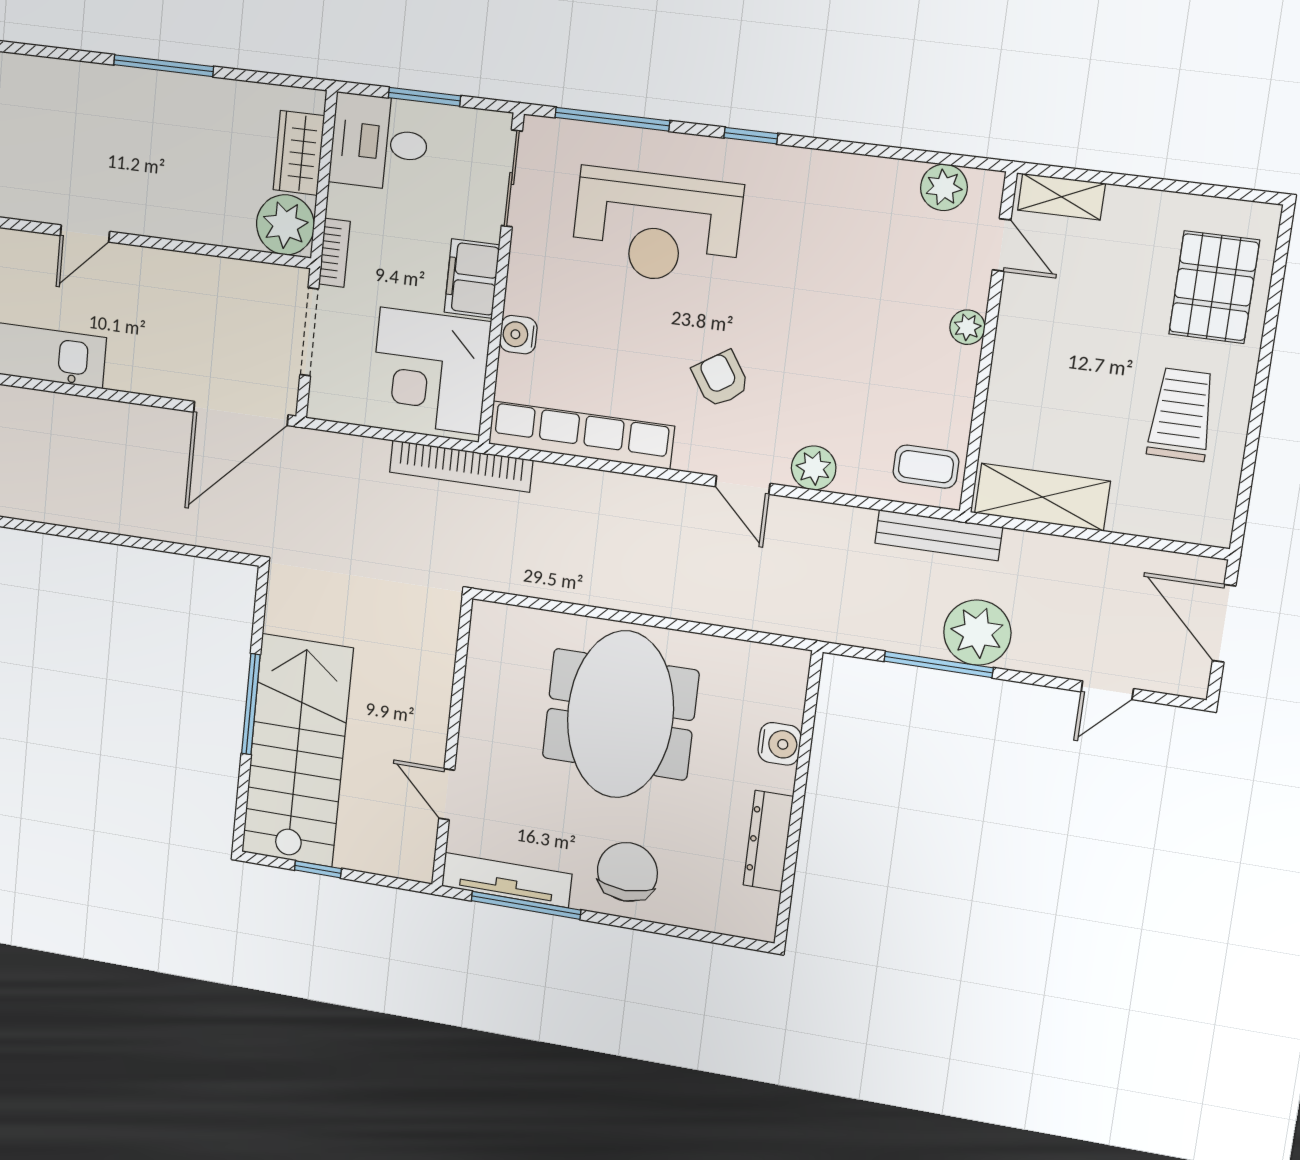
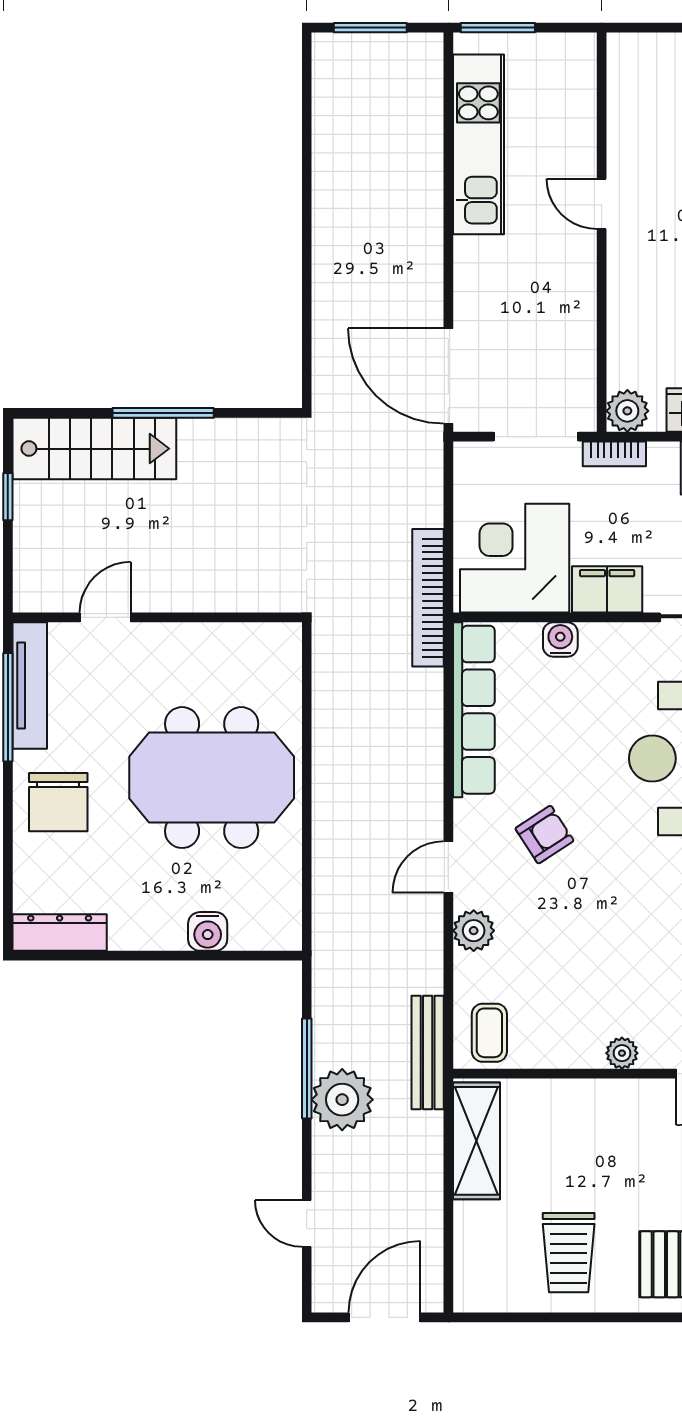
plant: (285, 225) -> (627, 411), width x0.73, depth x0.73
trolley: (1181, 414) -> (569, 1253), turned 90
stairs: (297, 751) -> (94, 449), width x0.73, depth x0.66
dresser: (768, 841) -> (60, 932), moved
chair: (627, 872) -> (58, 802), turned 90

